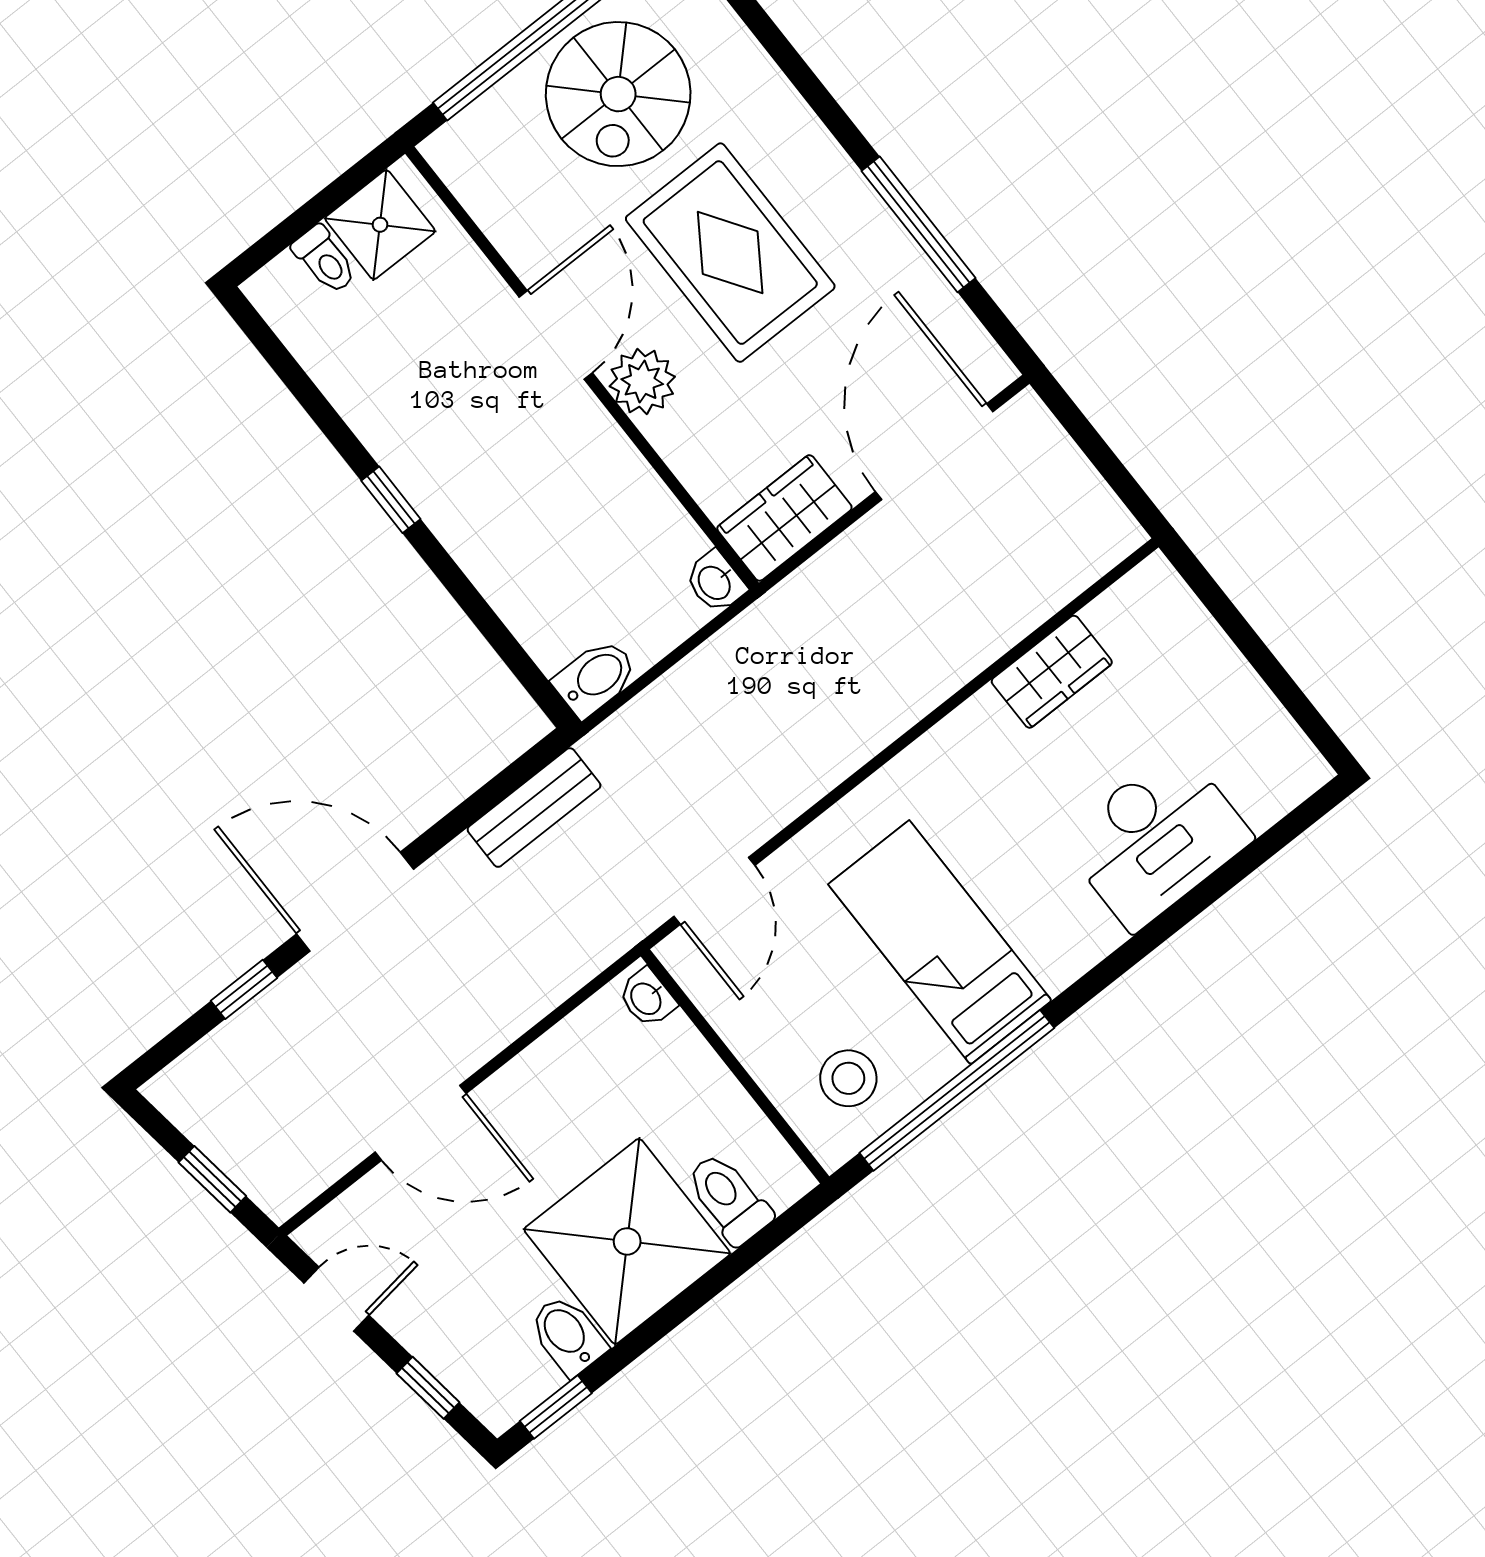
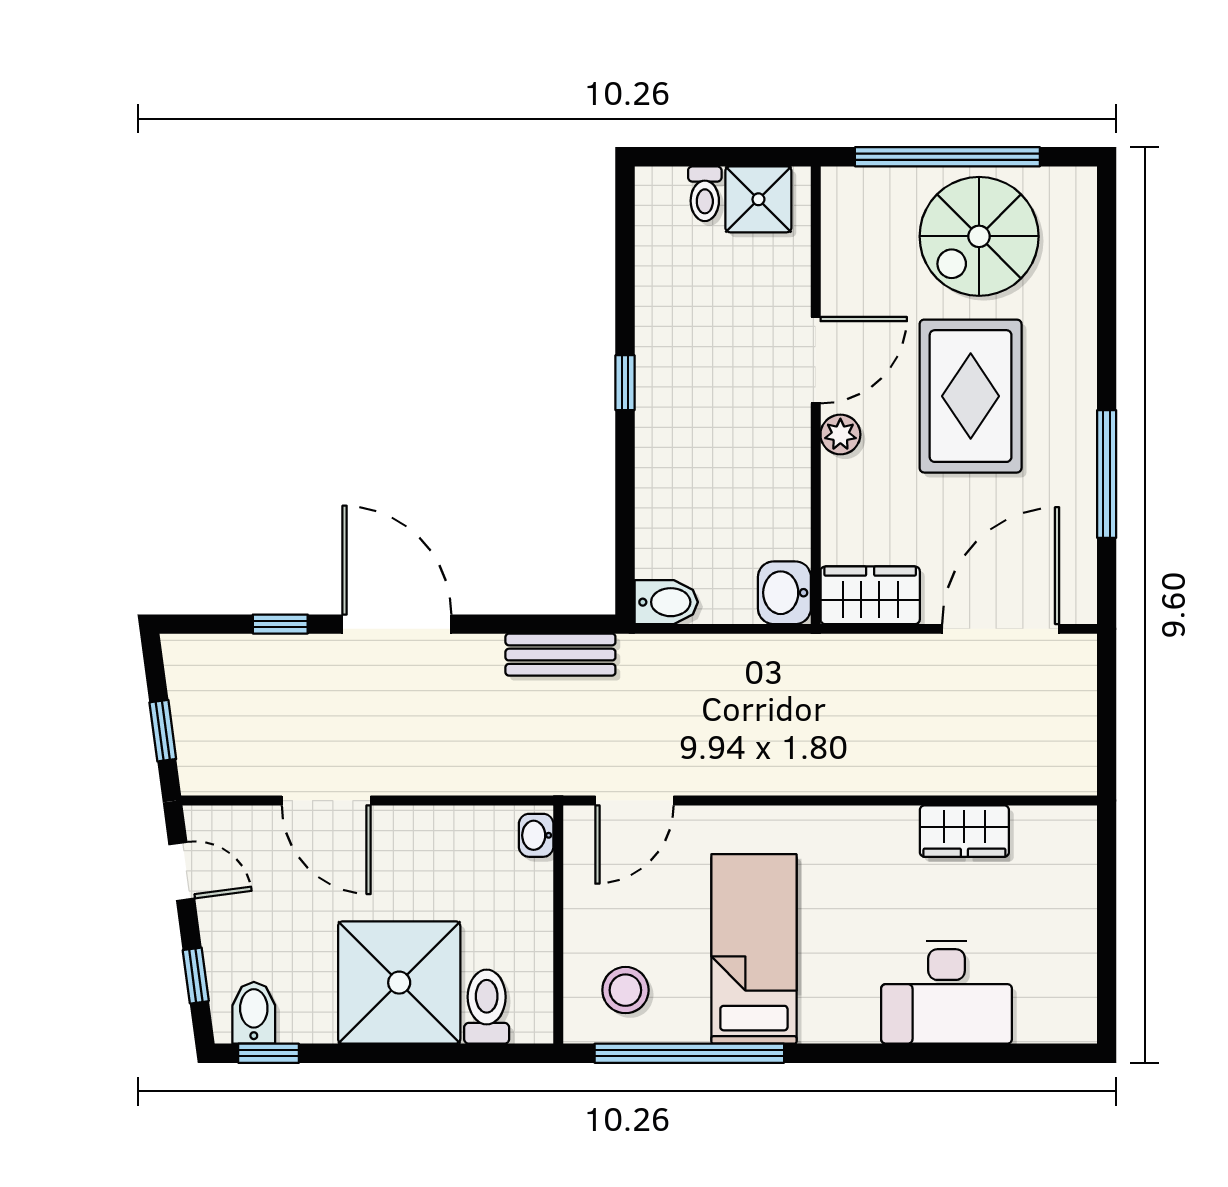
plant: (642, 382) -> (840, 434), width x0.73, depth x0.73
washbasin: (715, 582) -> (784, 593), width x1.38, depth x1.45
bidet: (568, 1335) -> (254, 1013), moved

